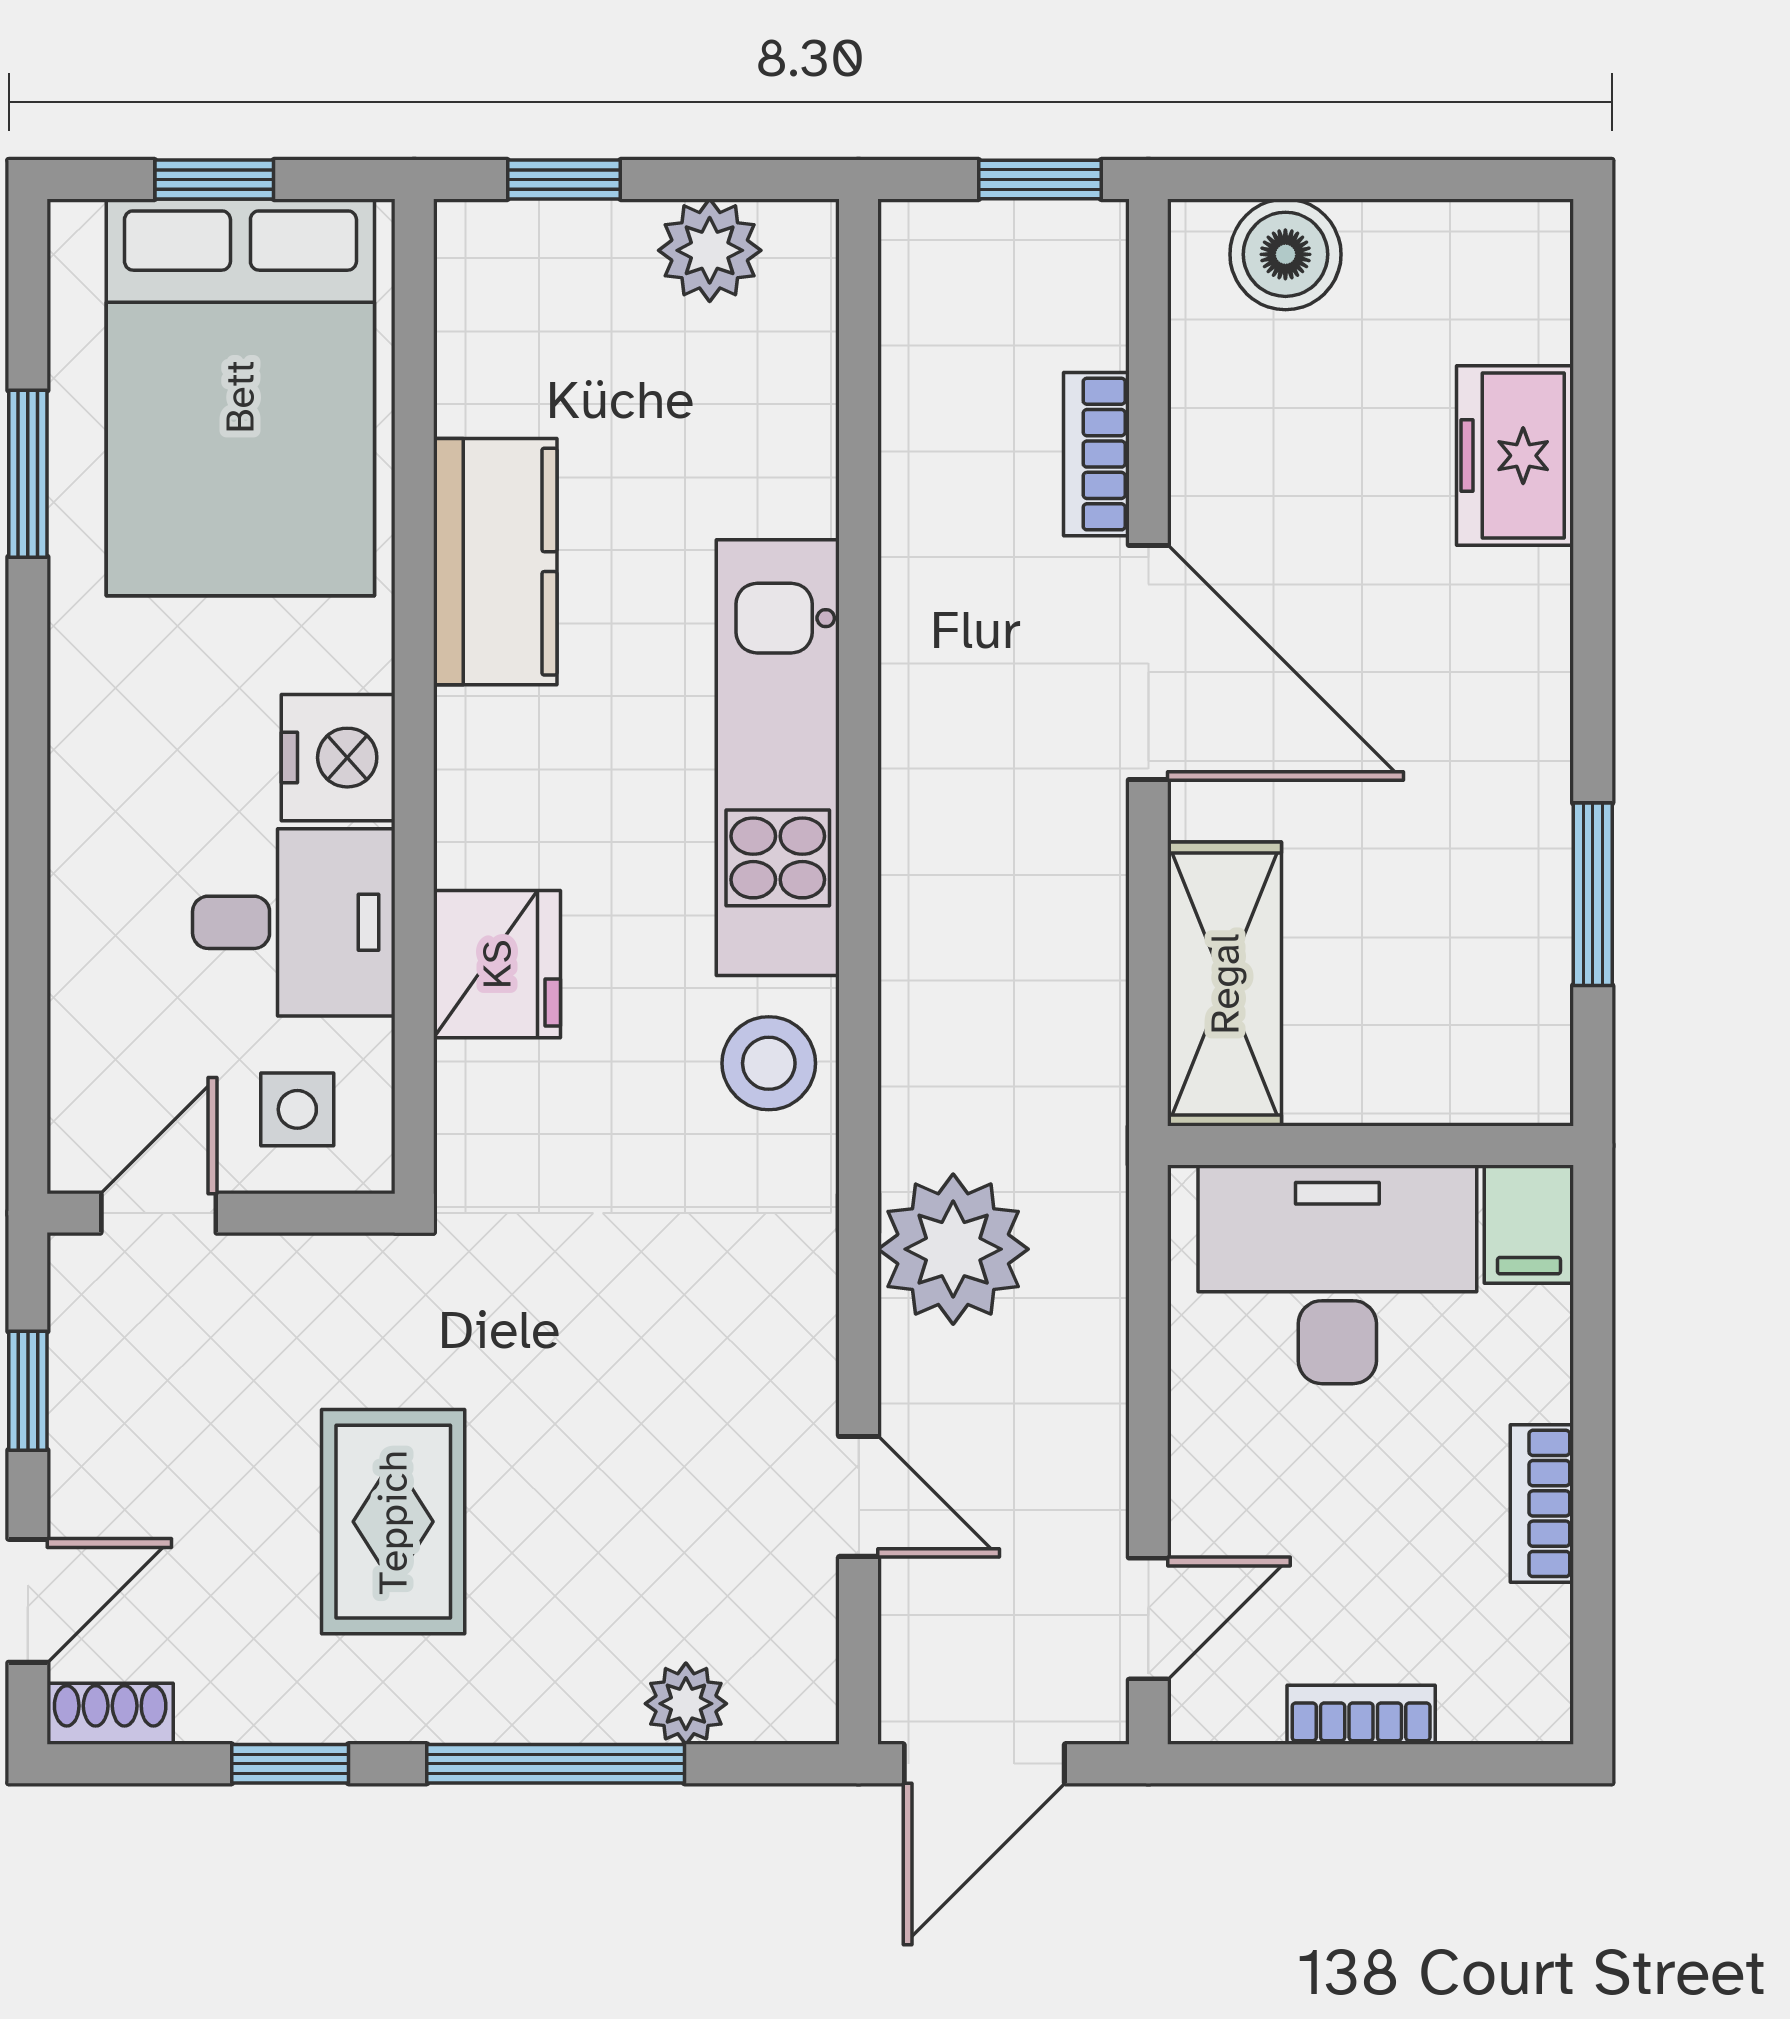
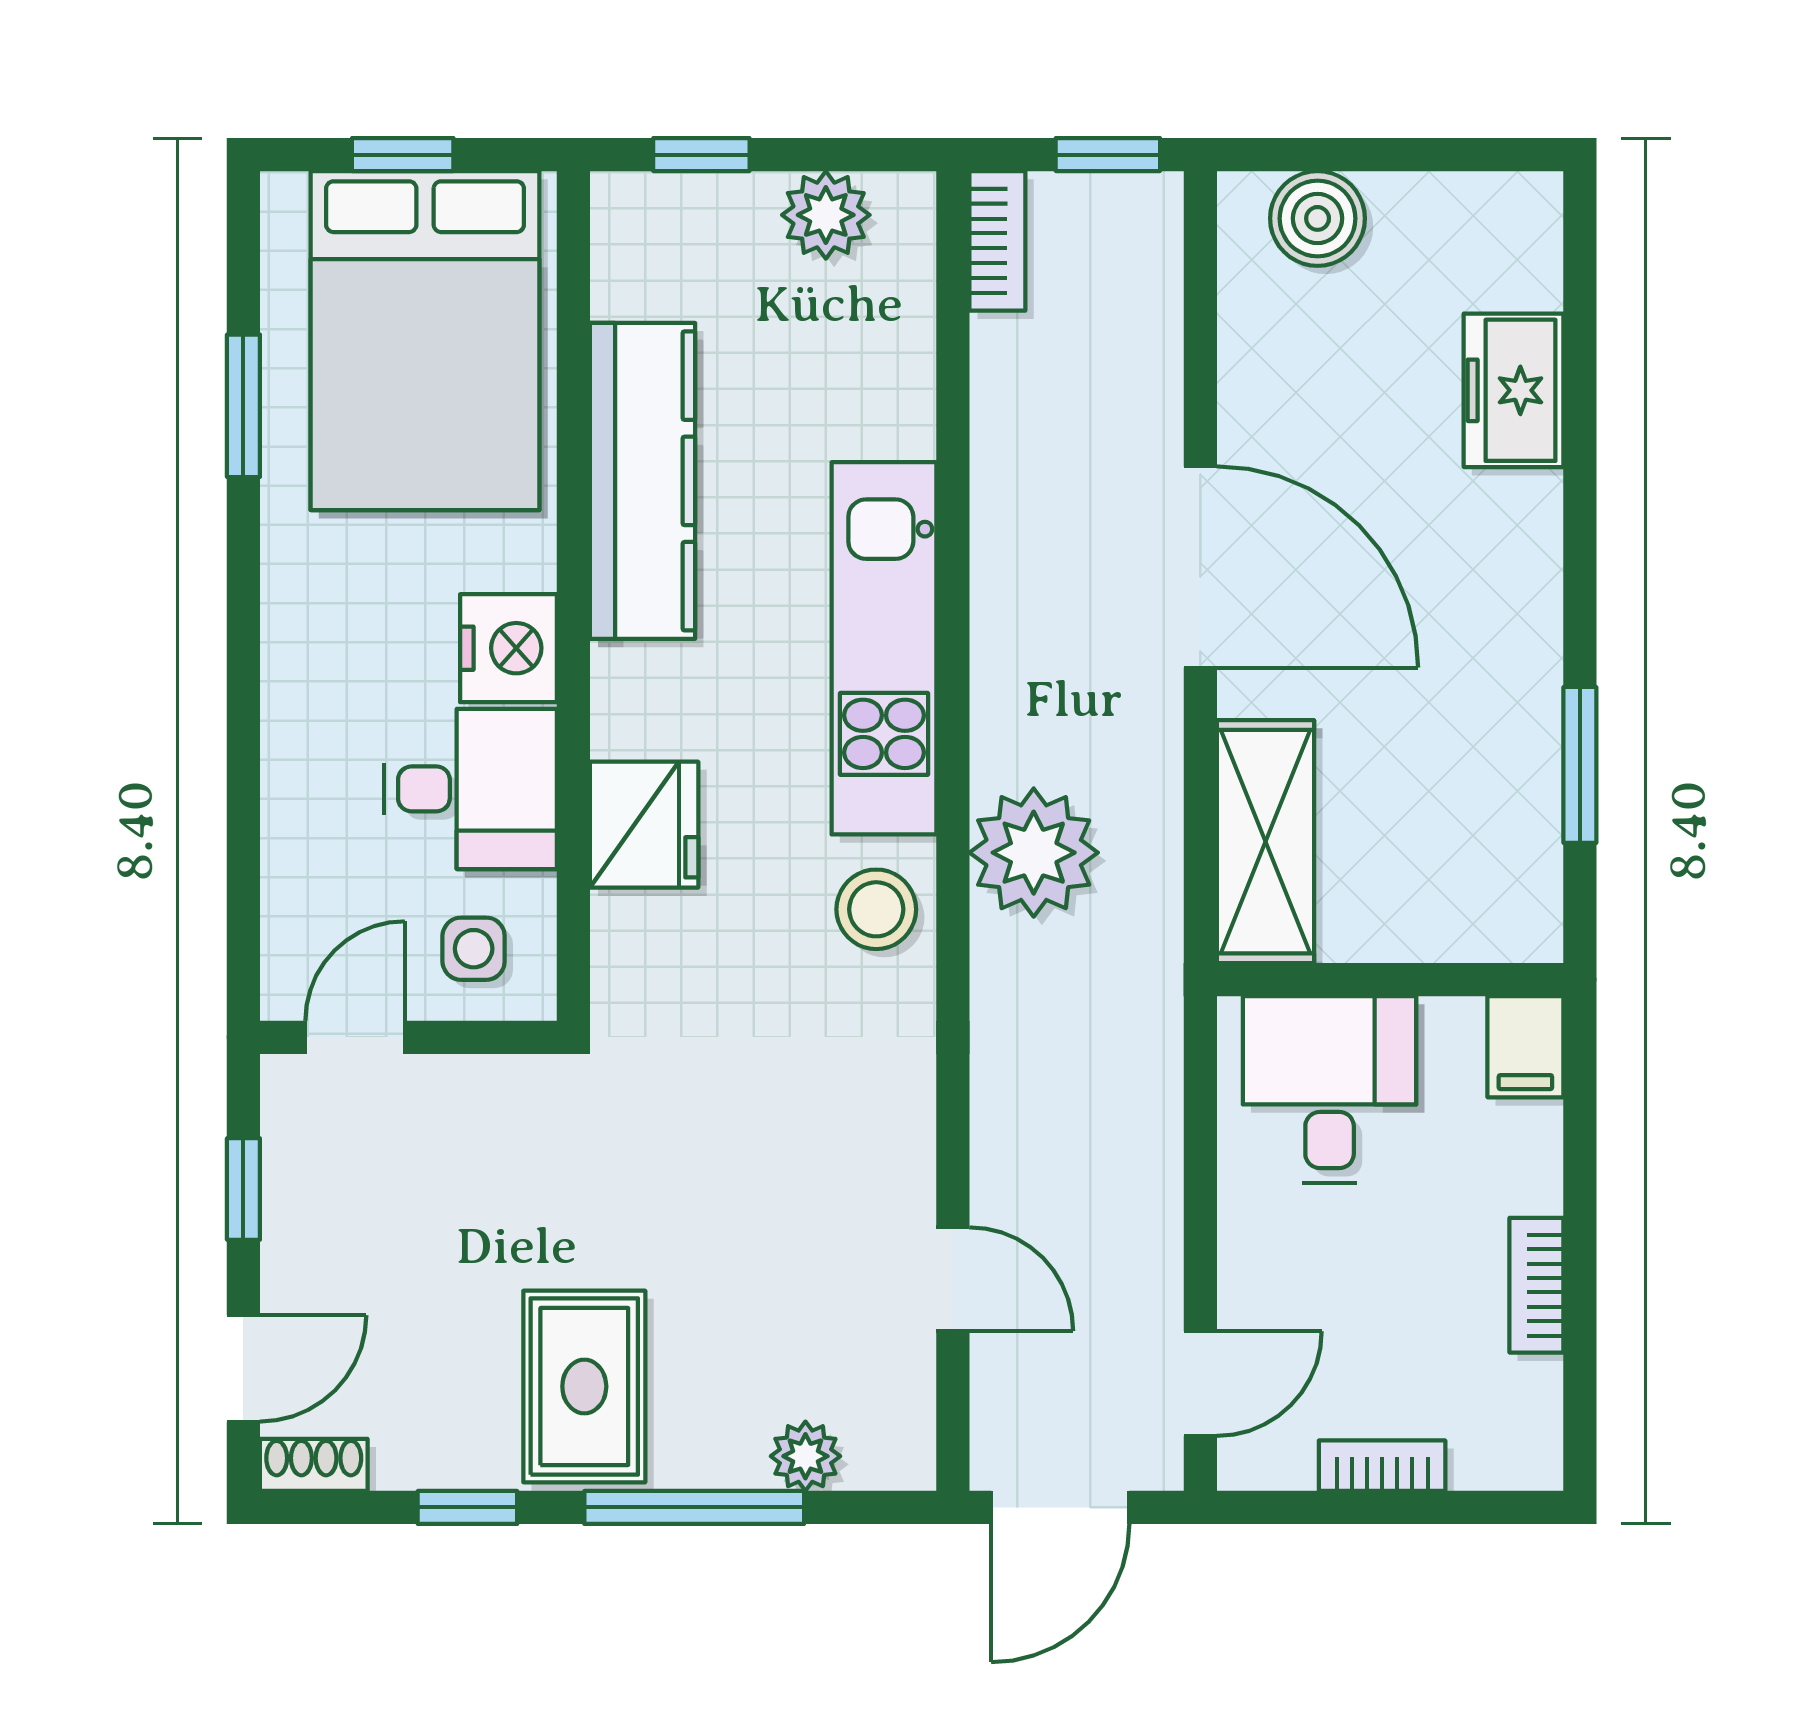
bookcase: (1096, 454) -> (997, 241), moved, turned 180
kitchen counter: (495, 562) -> (643, 481), width x1.50
plant: (953, 1249) -> (1034, 853), moved
desk: (1337, 1274) -> (1330, 1090), width x0.73
rug: (393, 1522) -> (584, 1386), moved

